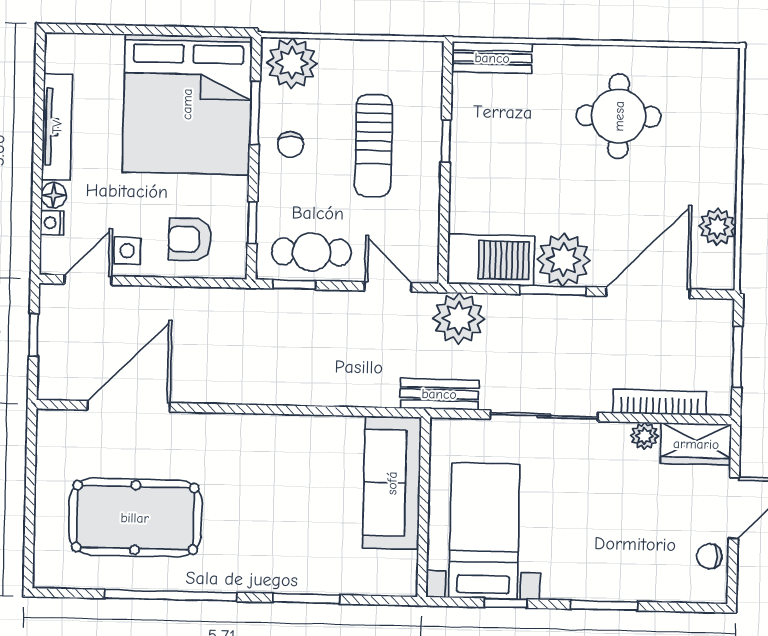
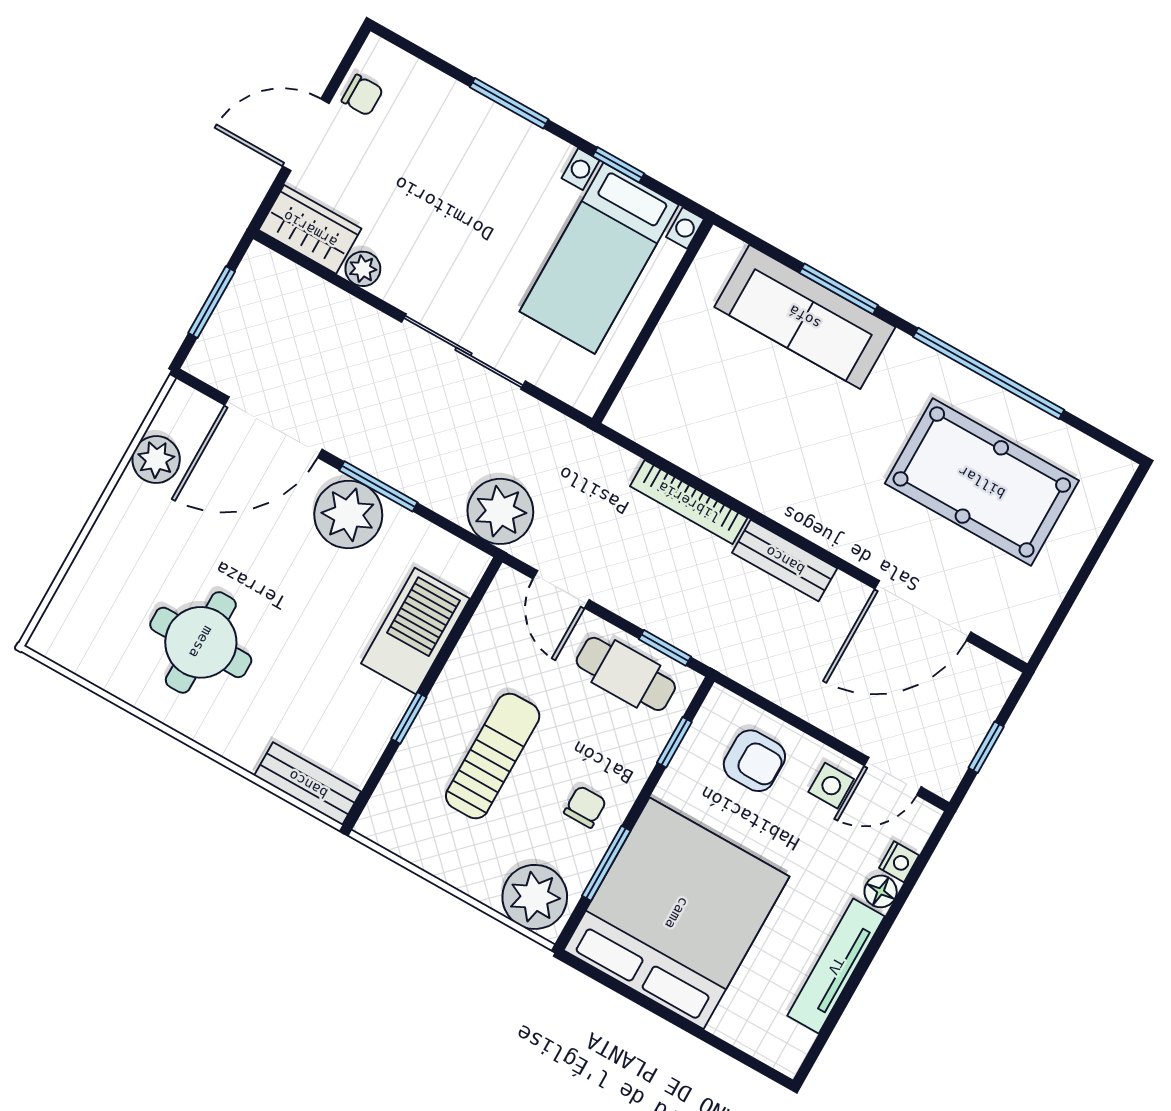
barbecue: (491, 260) -> (415, 631), moved, turned 90
bench: (439, 394) -> (785, 560), moved
bookcase: (660, 402) -> (689, 502), moved
sofa: (392, 483) -> (805, 317), moved, turned 90

